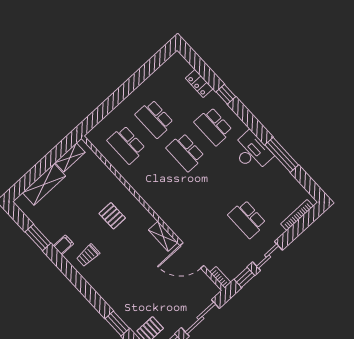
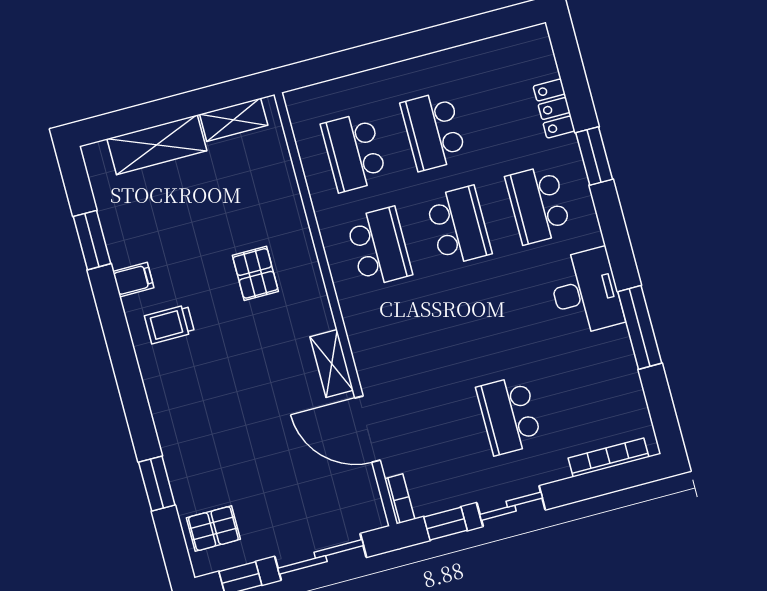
window: (226, 94) -> (594, 156), width x1.50
school desk: (185, 152) -> (459, 226), turned 180
school desk: (157, 178) -> (379, 247), added

